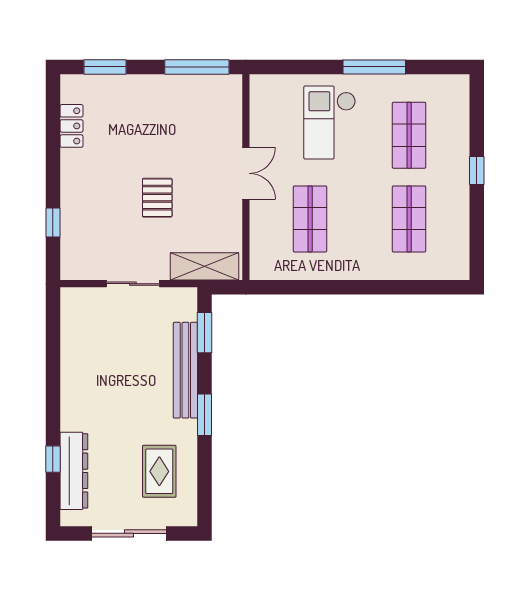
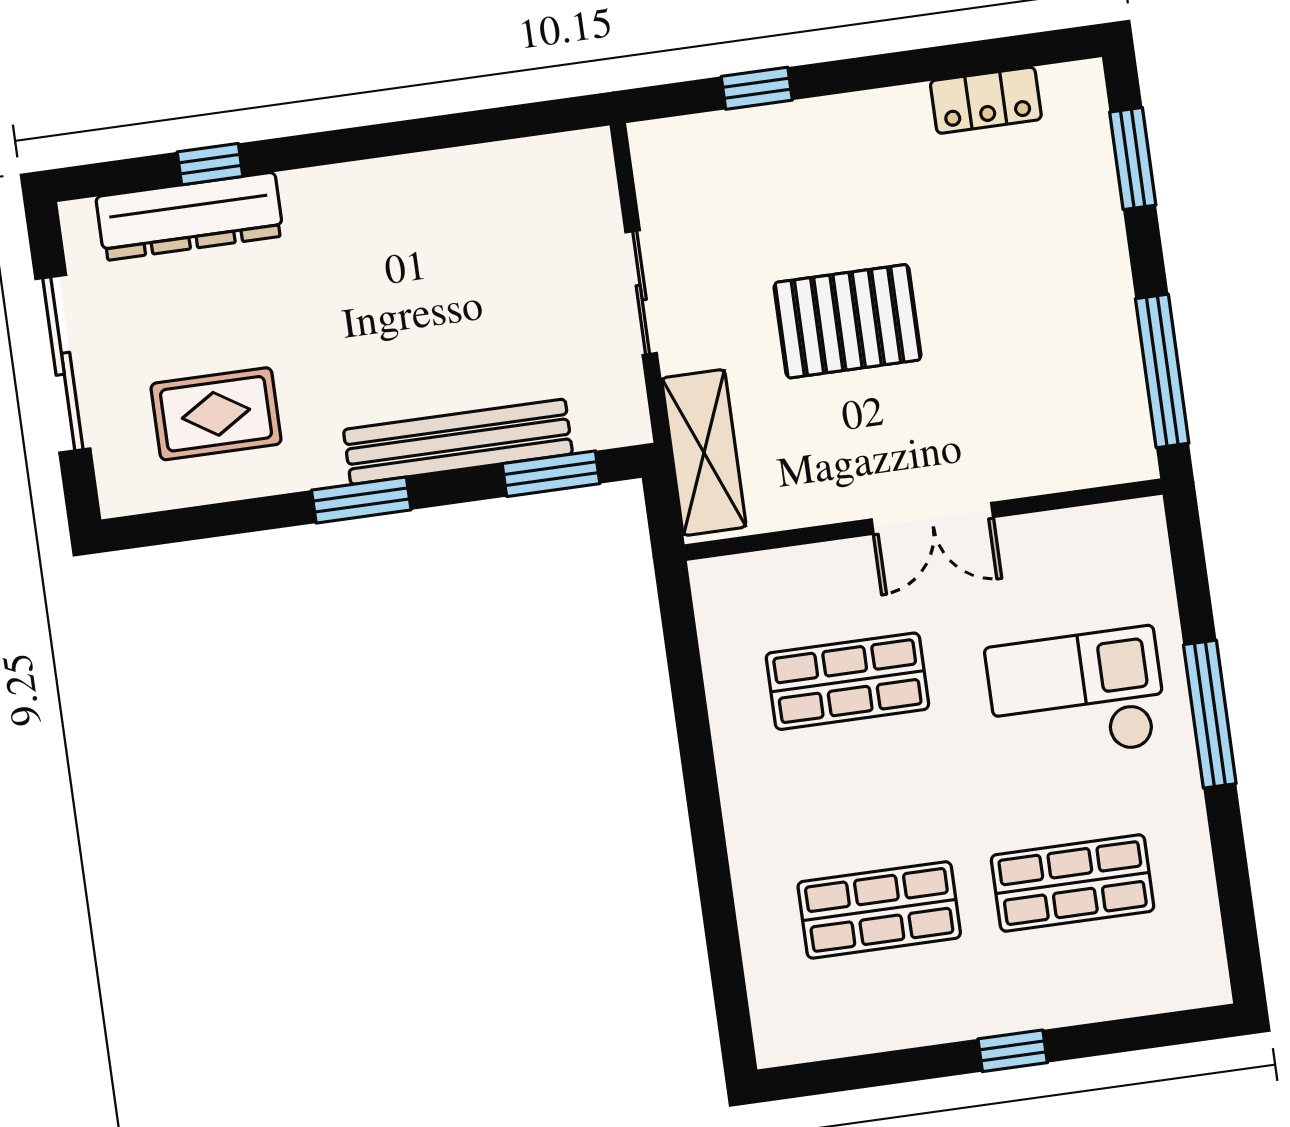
window: (374, 67) -> (1210, 714), moved
pallet: (157, 198) -> (848, 321), width x1.50, depth x1.42

